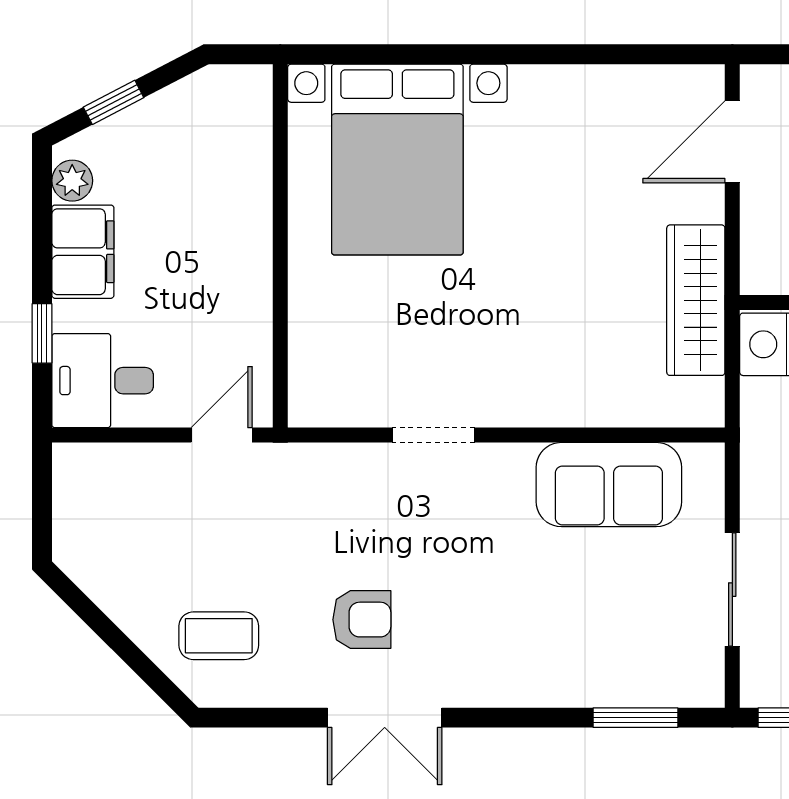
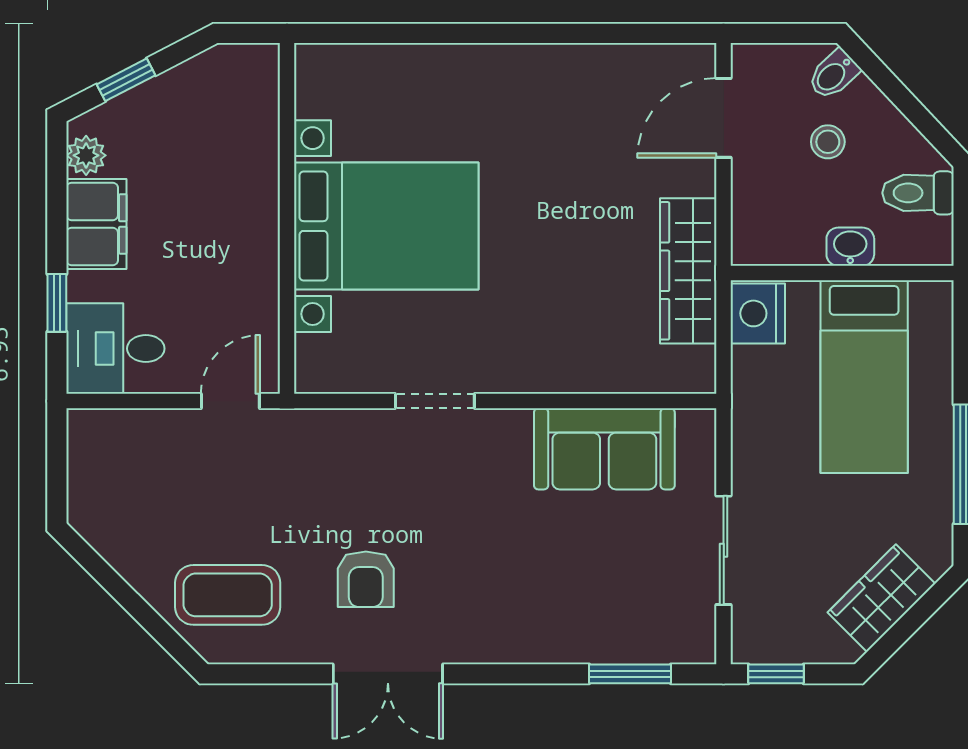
bed with nightstands: (397, 160) -> (386, 226), moved, turned -90
armchair: (362, 620) -> (366, 579), turned 90
coffee table: (219, 636) -> (228, 595), width x1.36, depth x1.30

